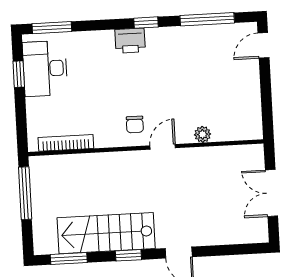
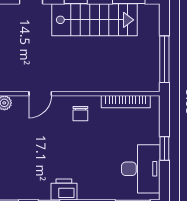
window: (19, 74) -> (164, 148), moved
chair: (135, 124) -> (80, 114), moved, turned 180

